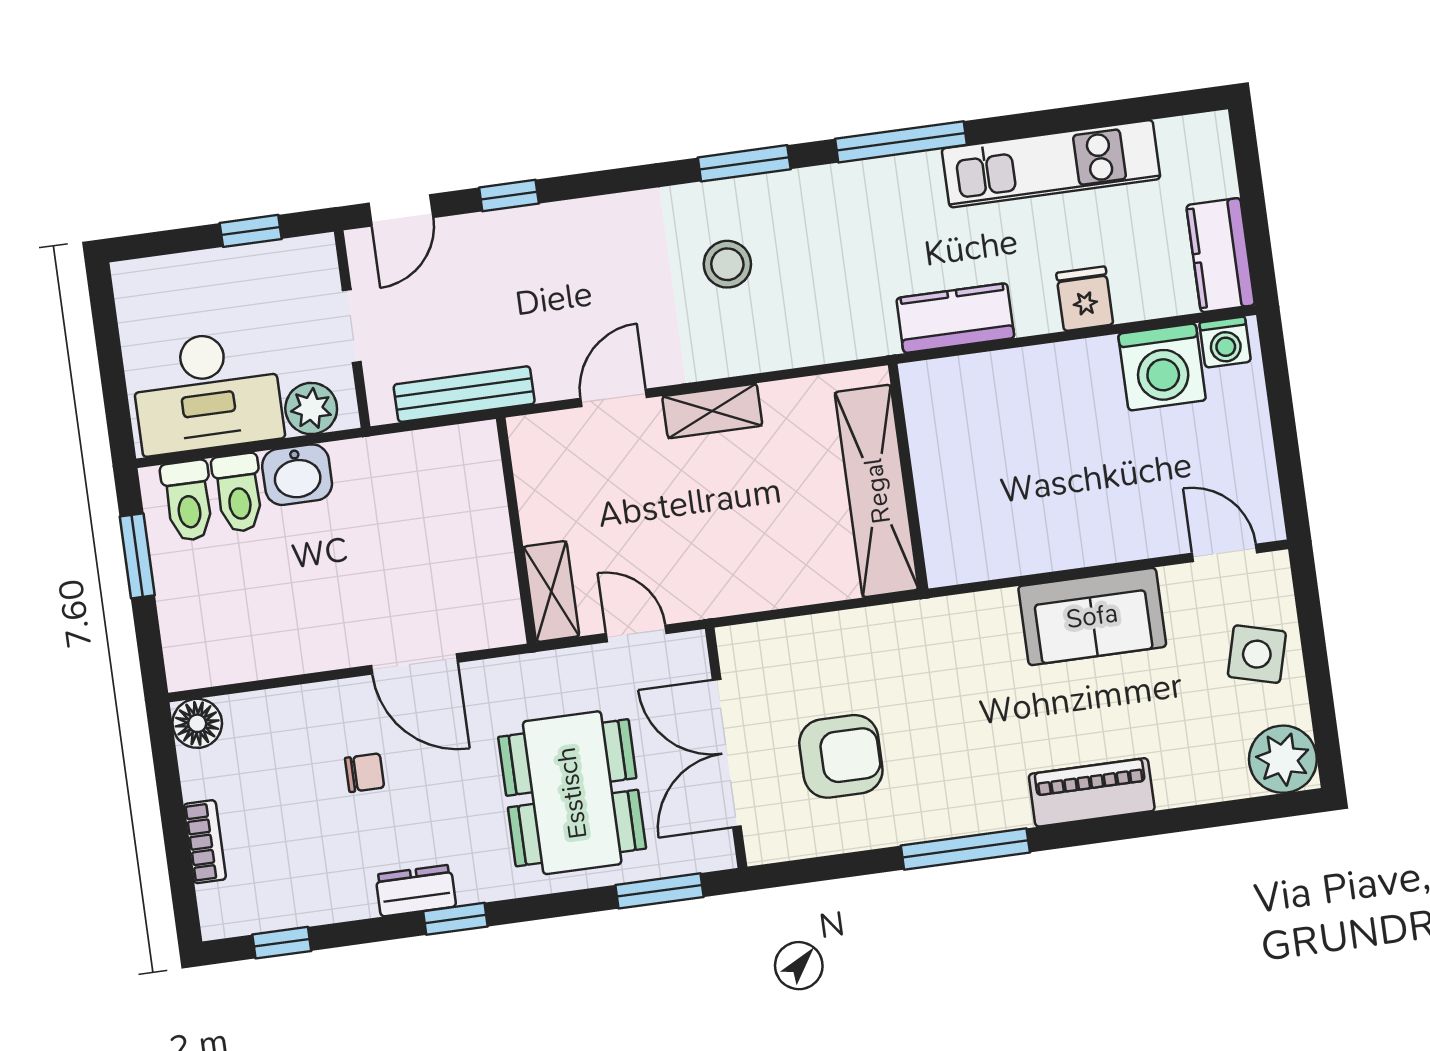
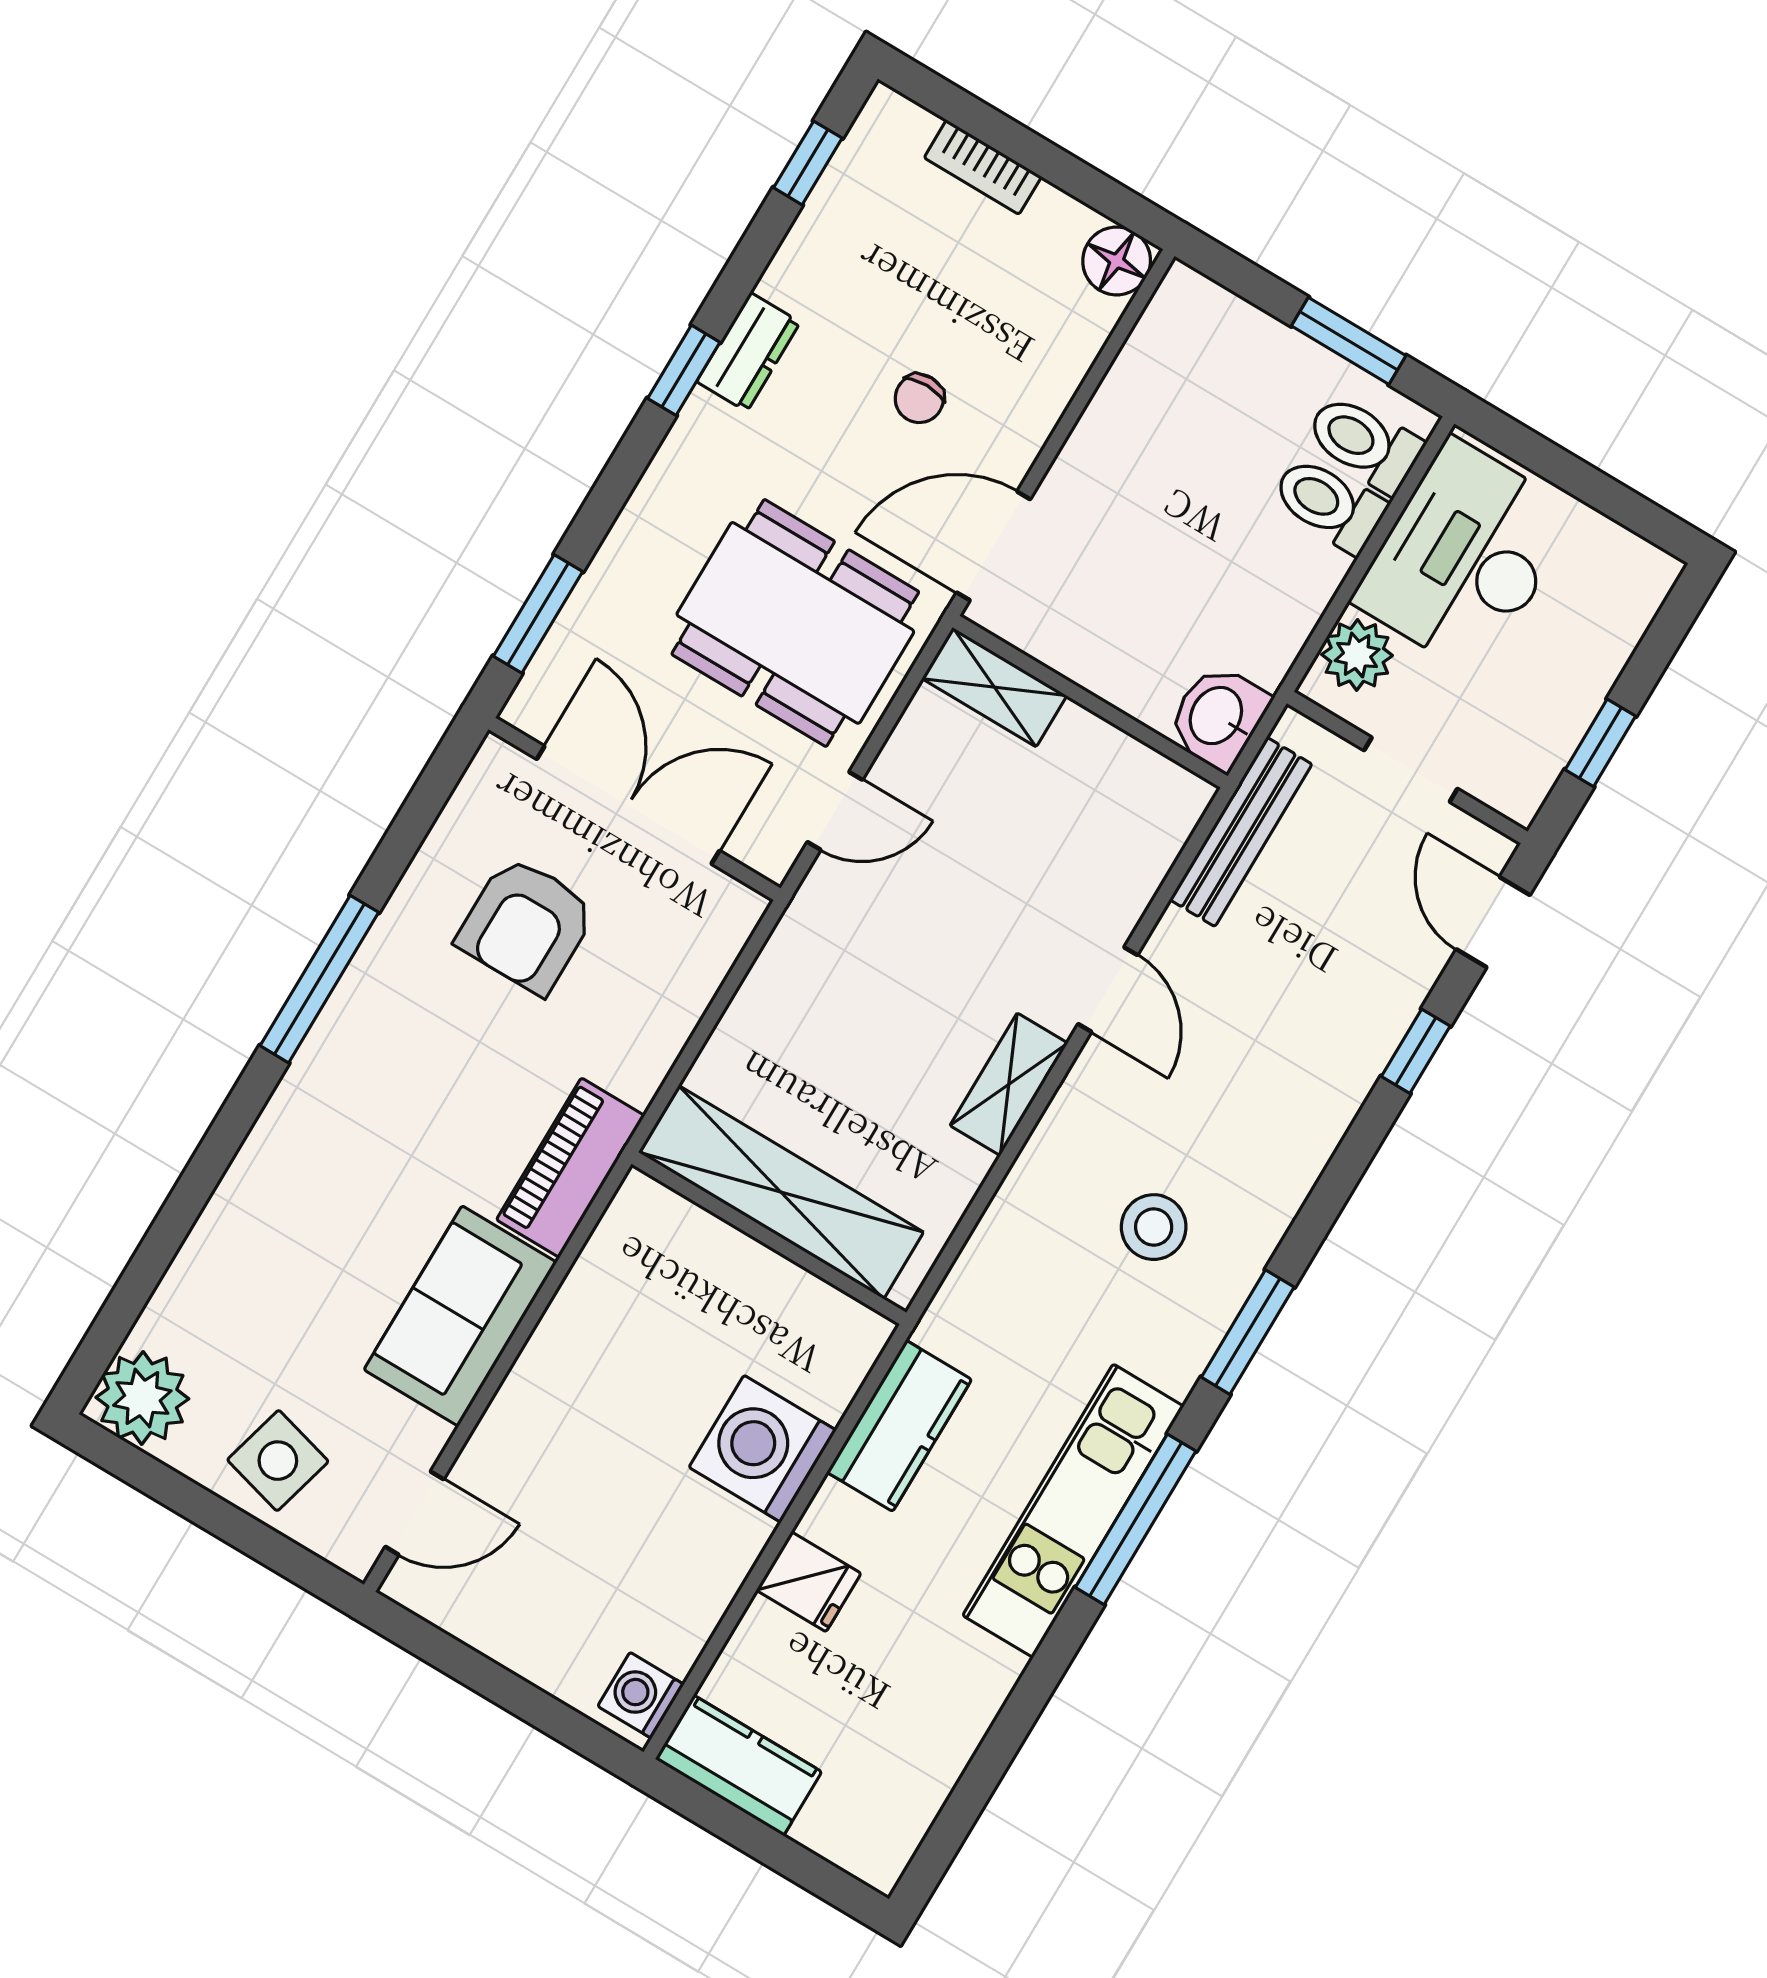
kitchen unit: (1051, 164) -> (1073, 1511), moved
washing machine: (1162, 367) -> (762, 1449), moved
washbasin: (297, 475) -> (1218, 717), moved
wall: (516, 531) -> (1090, 702), moved
shelving: (551, 591) -> (994, 687), moved
piano: (1092, 792) -> (570, 1168), moved, turned 180
dining table: (572, 793) -> (795, 623), moved

